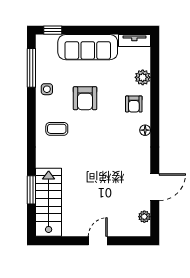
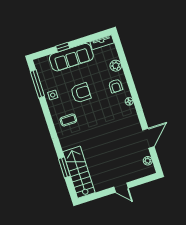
window: (53, 30) -> (63, 47), moved
armchair: (85, 98) -> (81, 93), turned -90
door: (98, 241) -> (121, 188), swing flipped

